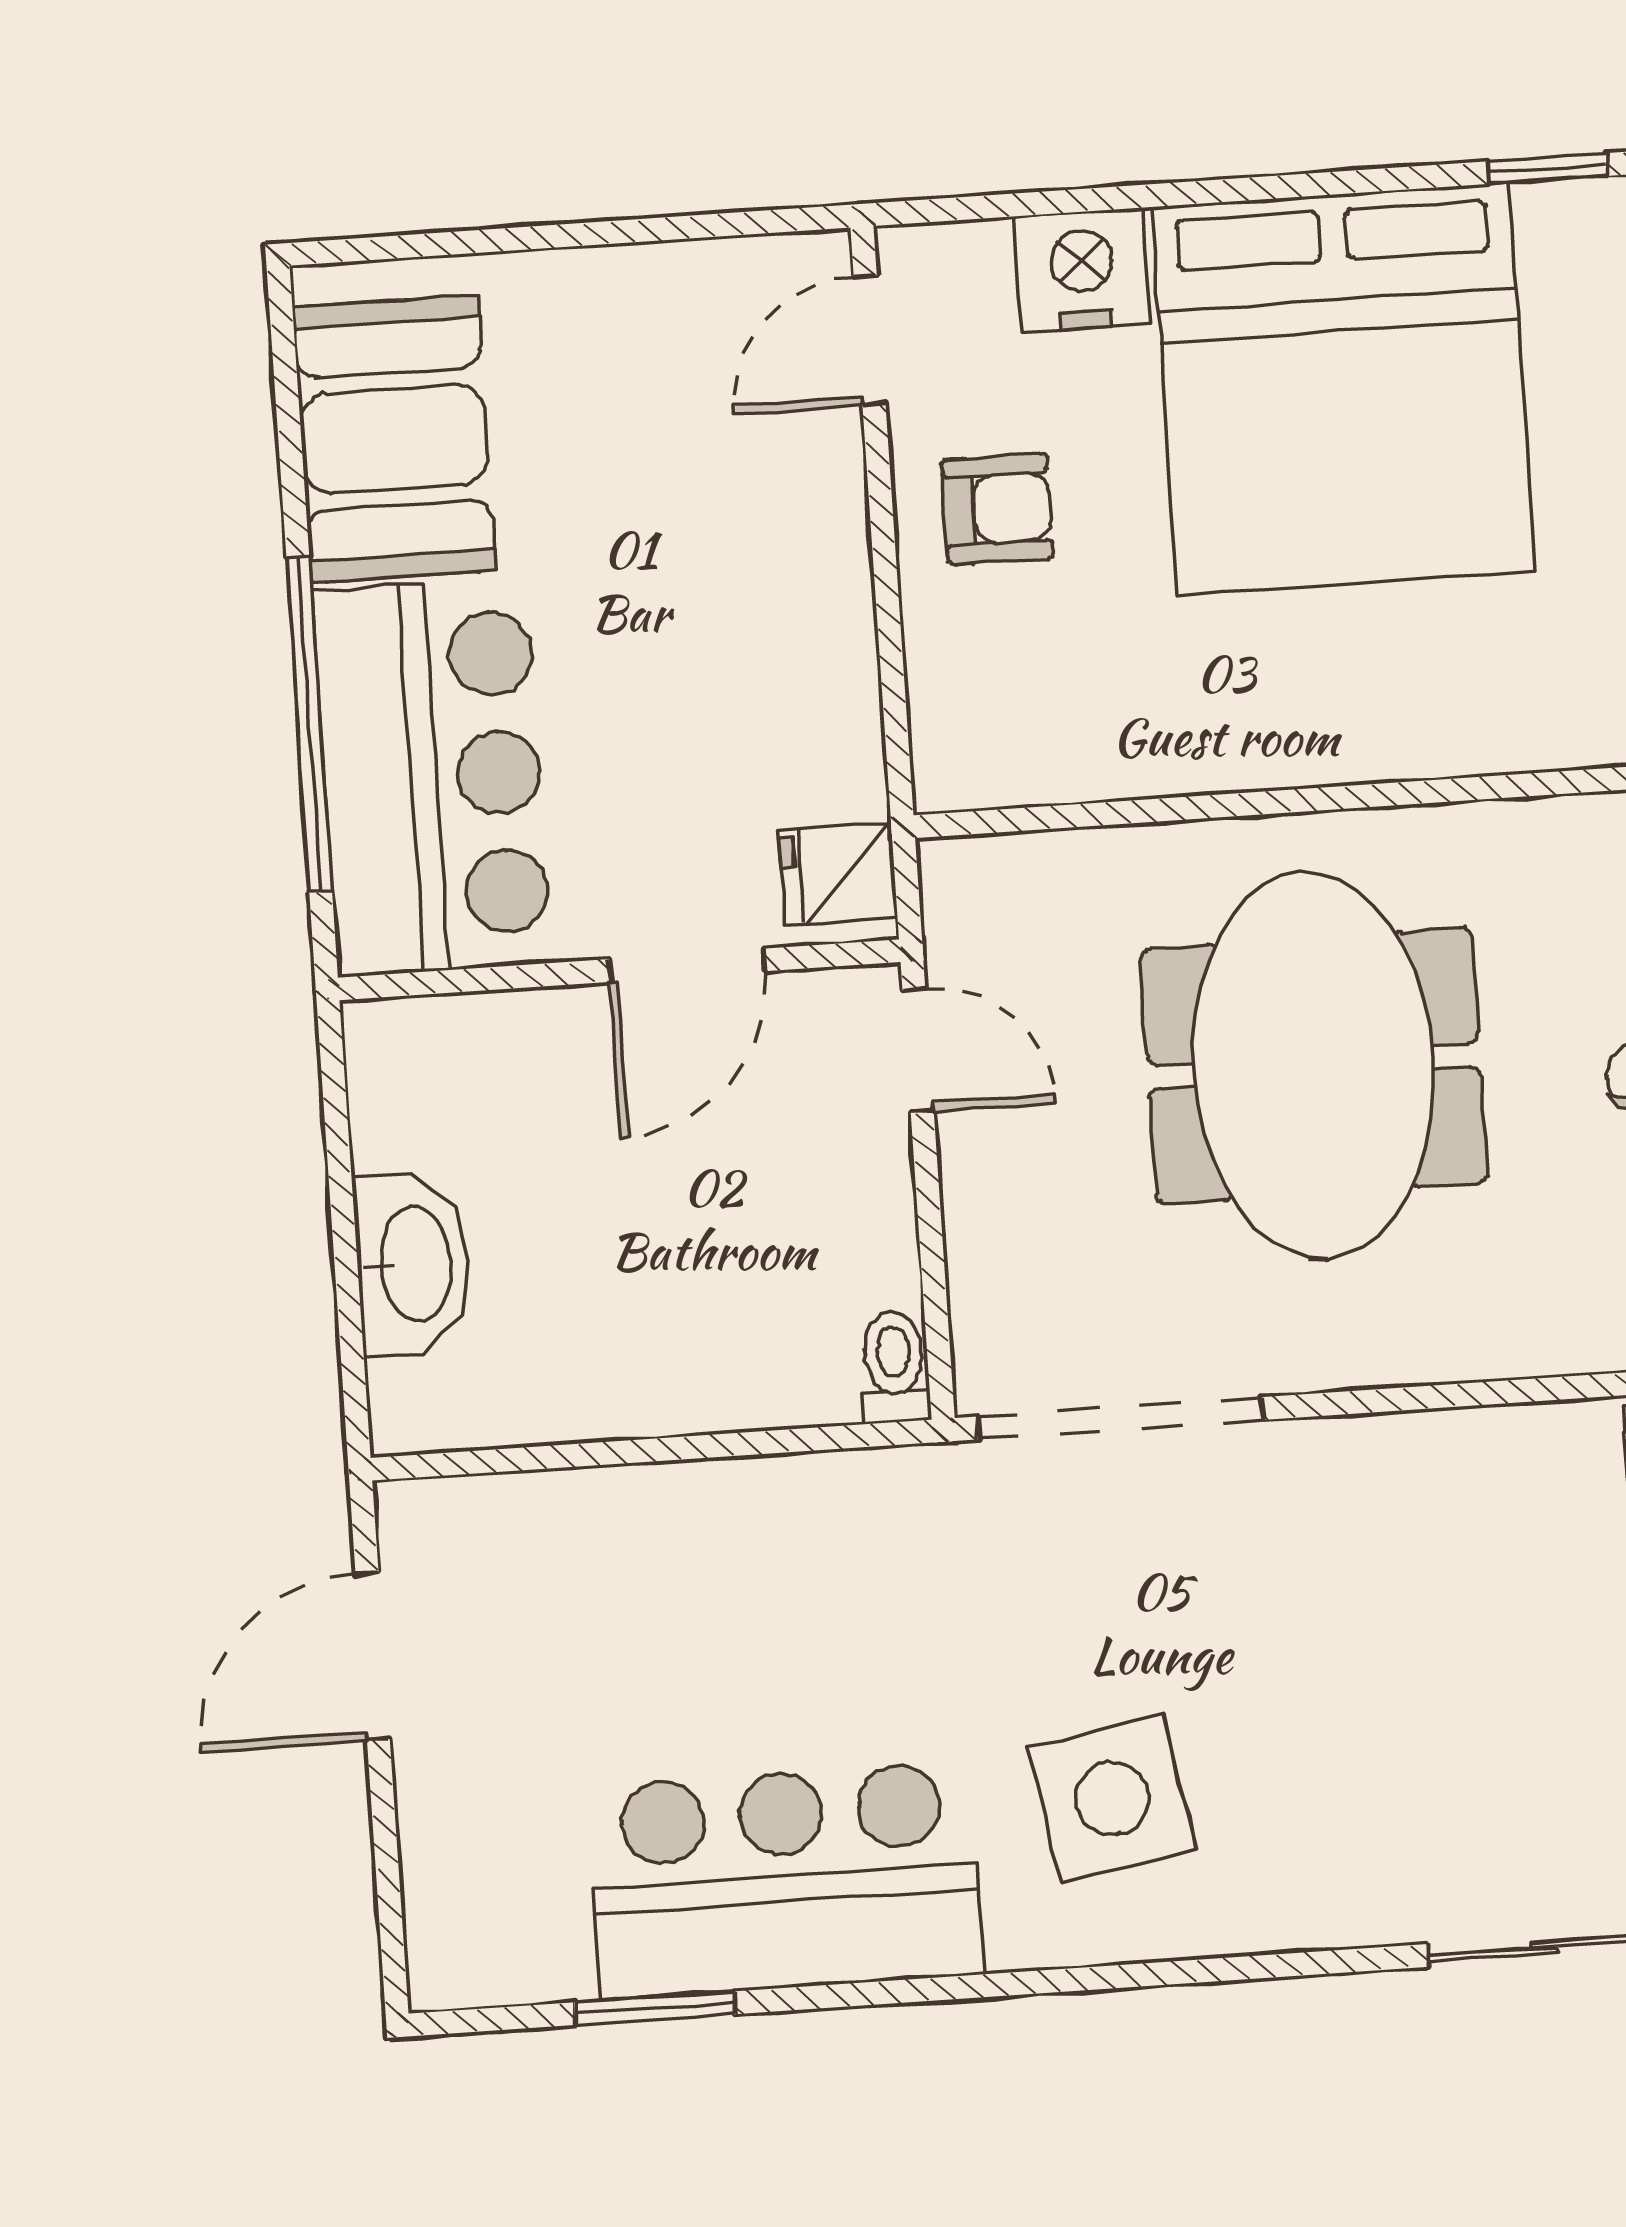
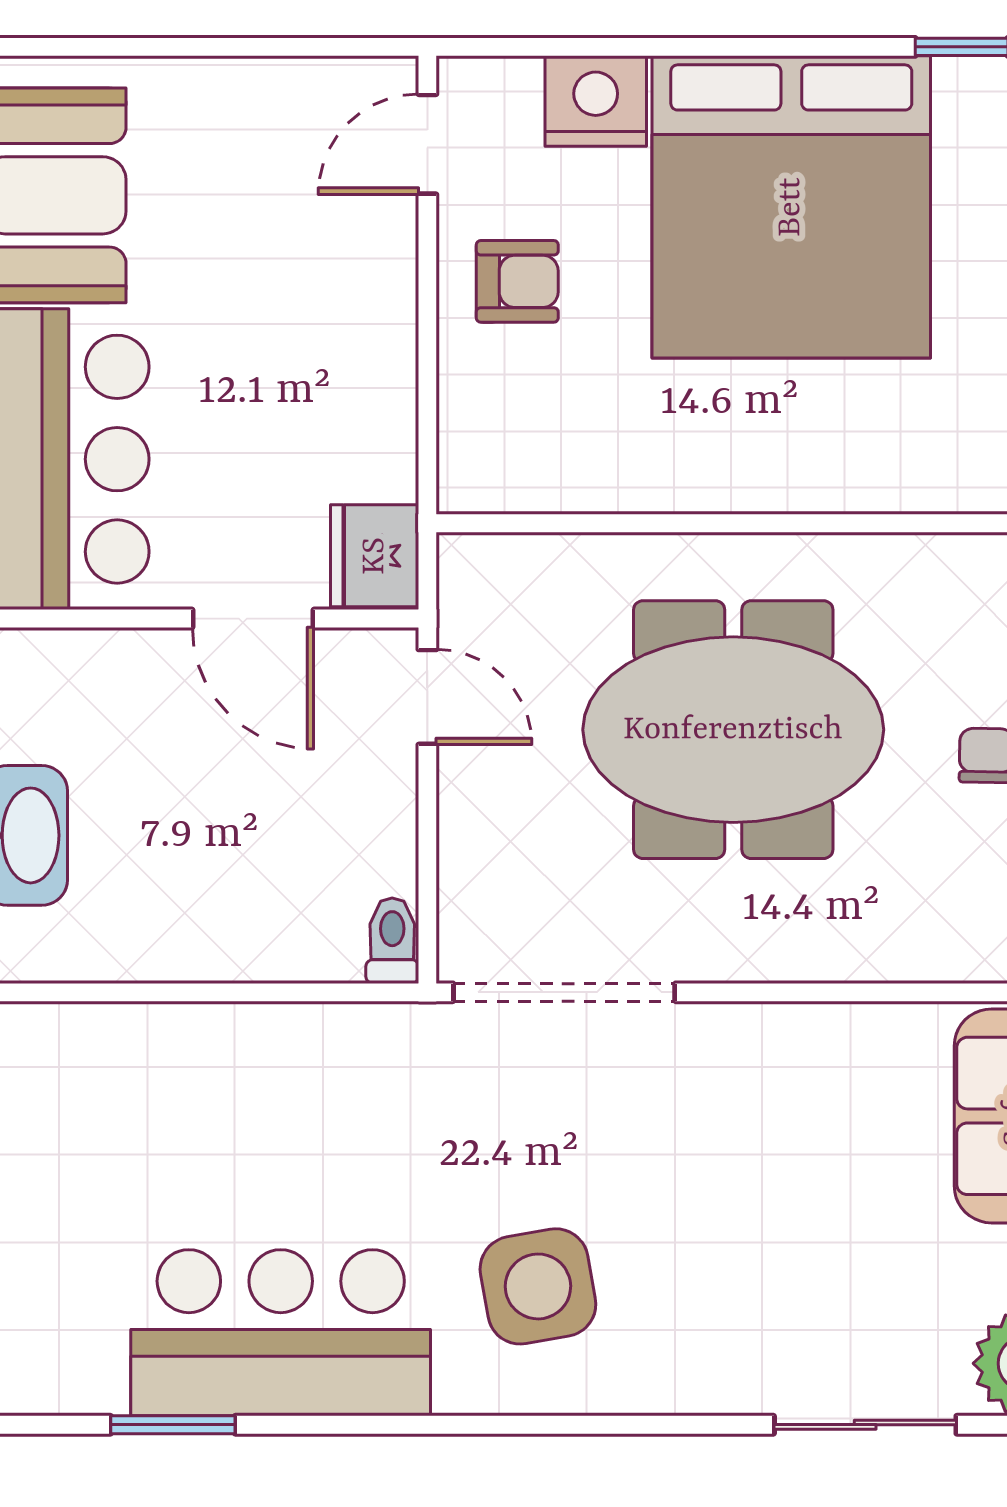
fridge: (838, 874) -> (375, 556), width x1.38
door: (687, 965) -> (253, 619), hinge flipped
meeting table: (1314, 1066) -> (733, 730), turned 90

